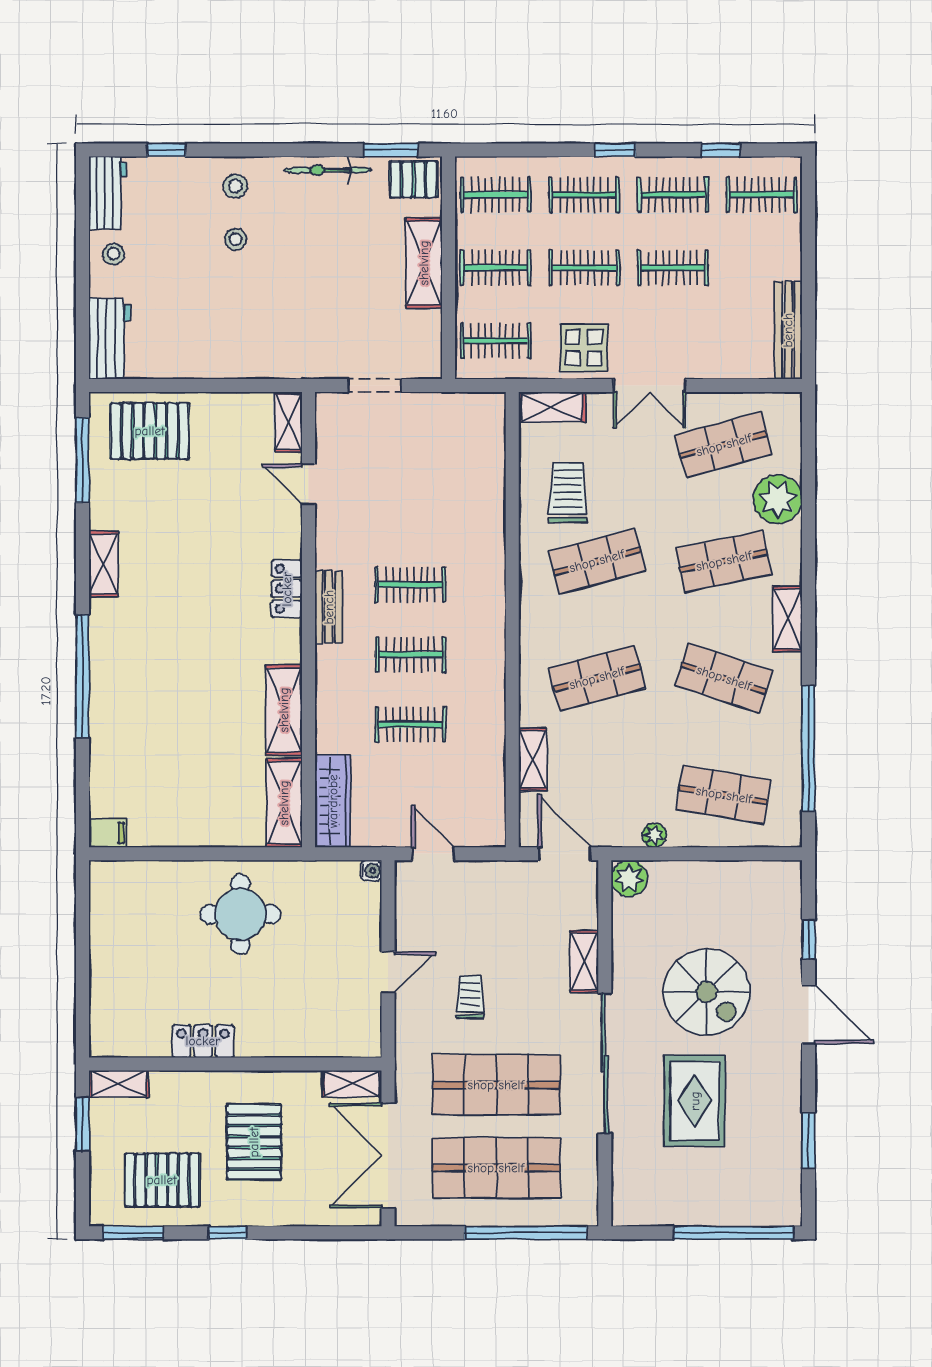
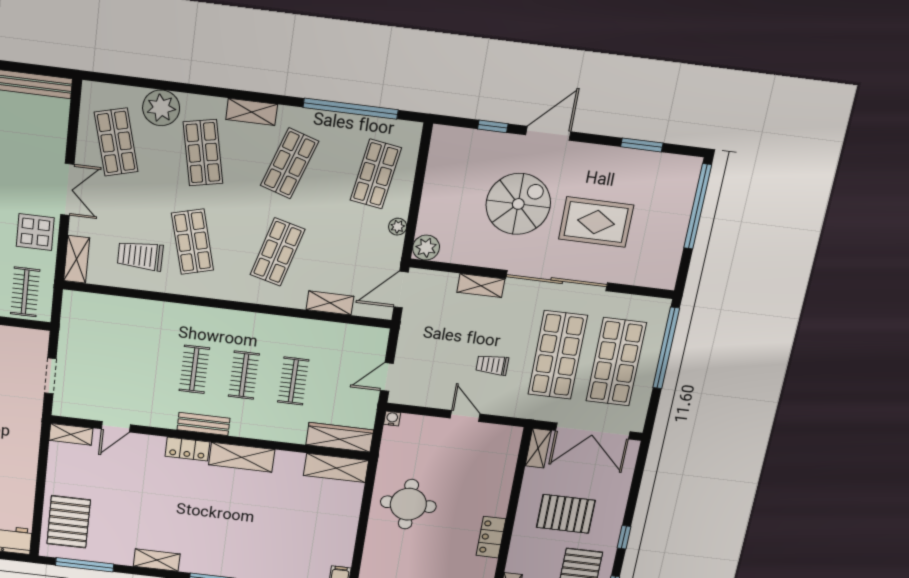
shop shelf: (597, 678) -> (277, 252), turned 30
shelving: (284, 710) -> (242, 457), moved

